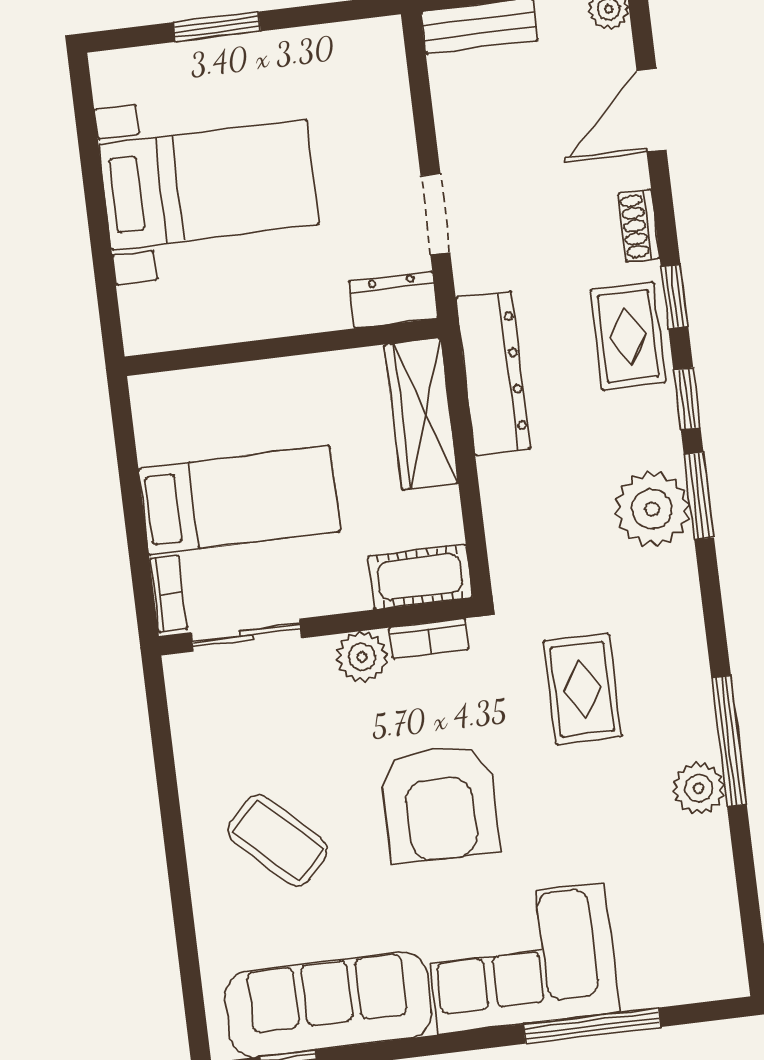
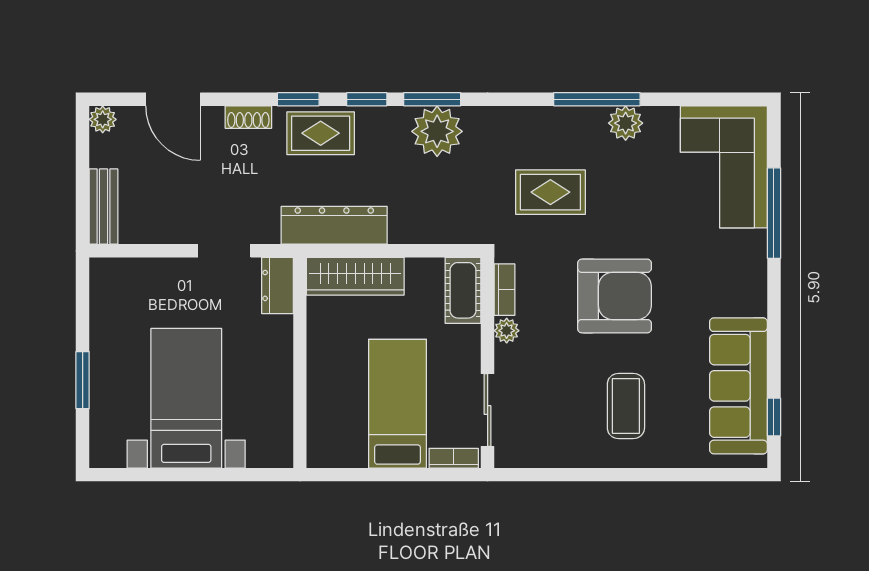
plant: (362, 657) -> (507, 331), width x0.73, depth x0.73
coffee table: (278, 840) -> (626, 406), turned -44
corner sofa: (522, 959) -> (724, 167), moved

